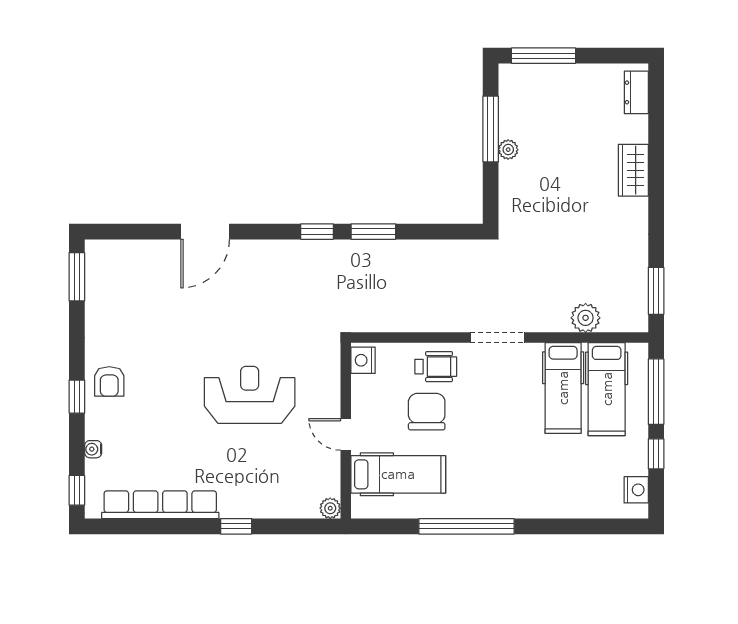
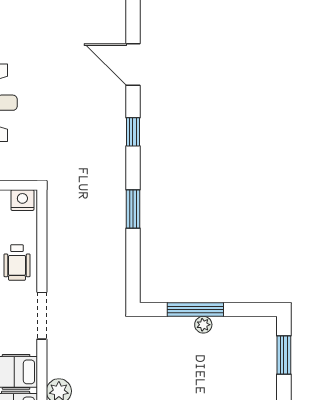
window: (543, 56) -> (284, 355), width x0.69
window: (491, 129) -> (195, 310), moved
window: (317, 232) -> (133, 132), moved

